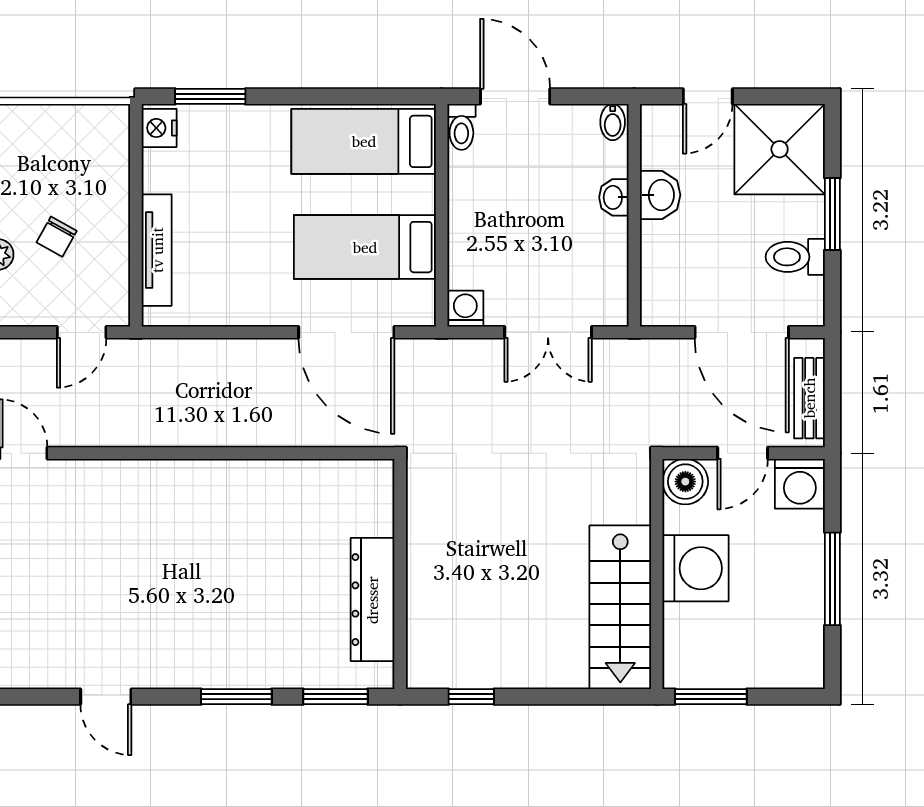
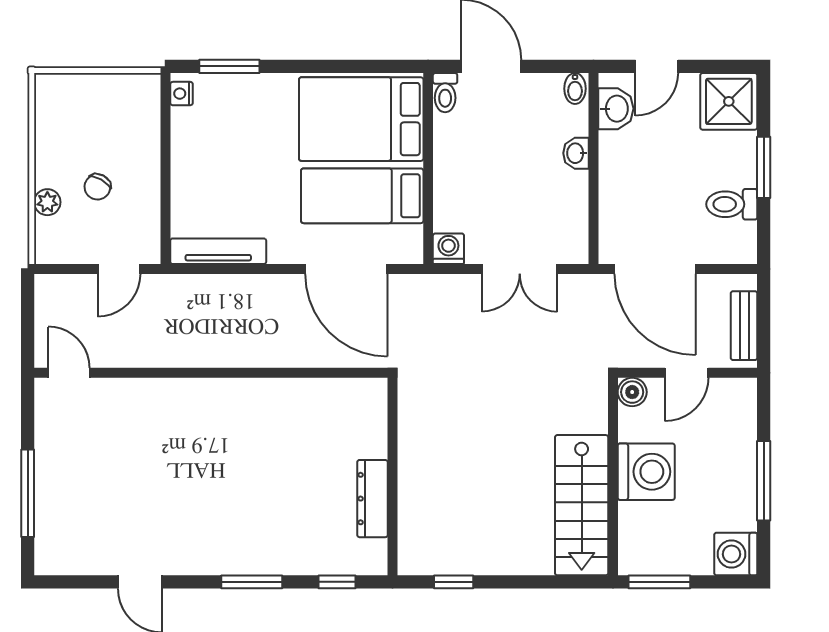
nightstand: (159, 128) -> (182, 94), width x0.72, depth x0.74
bed: (364, 141) -> (361, 119), width x1.50
shower: (780, 149) -> (729, 101), width x0.73, depth x0.73
washbasin: (660, 195) -> (616, 109), moved
tv unit: (157, 250) -> (218, 251), moved, turned -90
door: (742, 332) -> (655, 269), moved
boiler: (685, 482) -> (632, 392), width x0.73, depth x0.73
washing machine: (800, 484) -> (736, 554), moved, turned 90
dresser: (372, 600) -> (372, 499), width x0.73, depth x0.80
window: (336, 697) -> (337, 582), width x0.67

